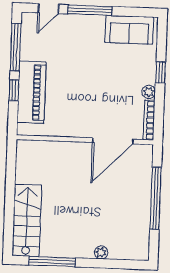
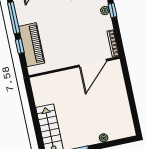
plant: (149, 92) -> (105, 11), moved
window: (156, 198) -> (130, 93), removed

